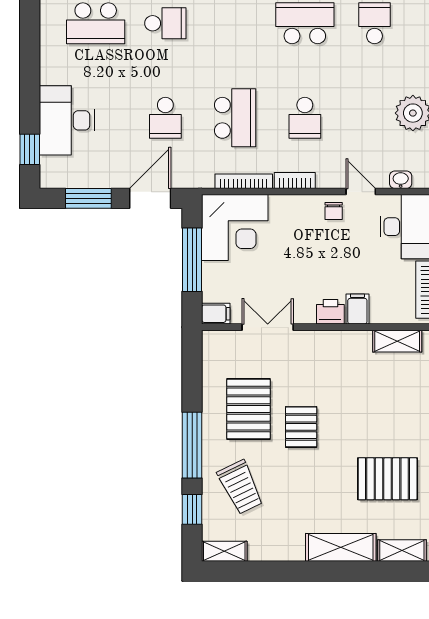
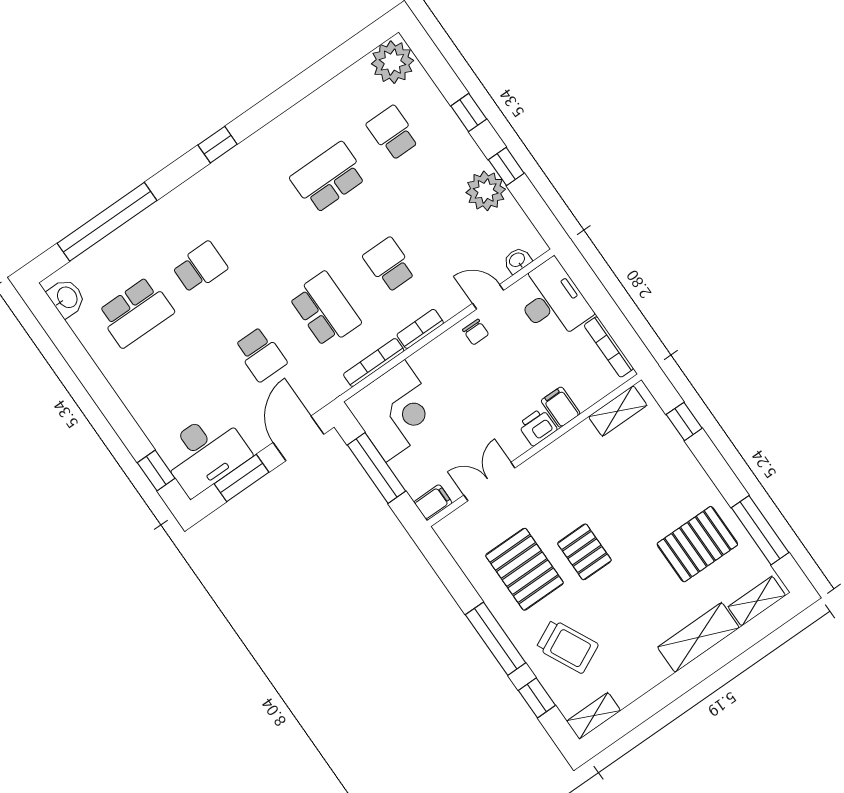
school desk: (305, 118) -> (389, 265), turned 180
desk: (67, 120) -> (205, 453), moved, turned -90

